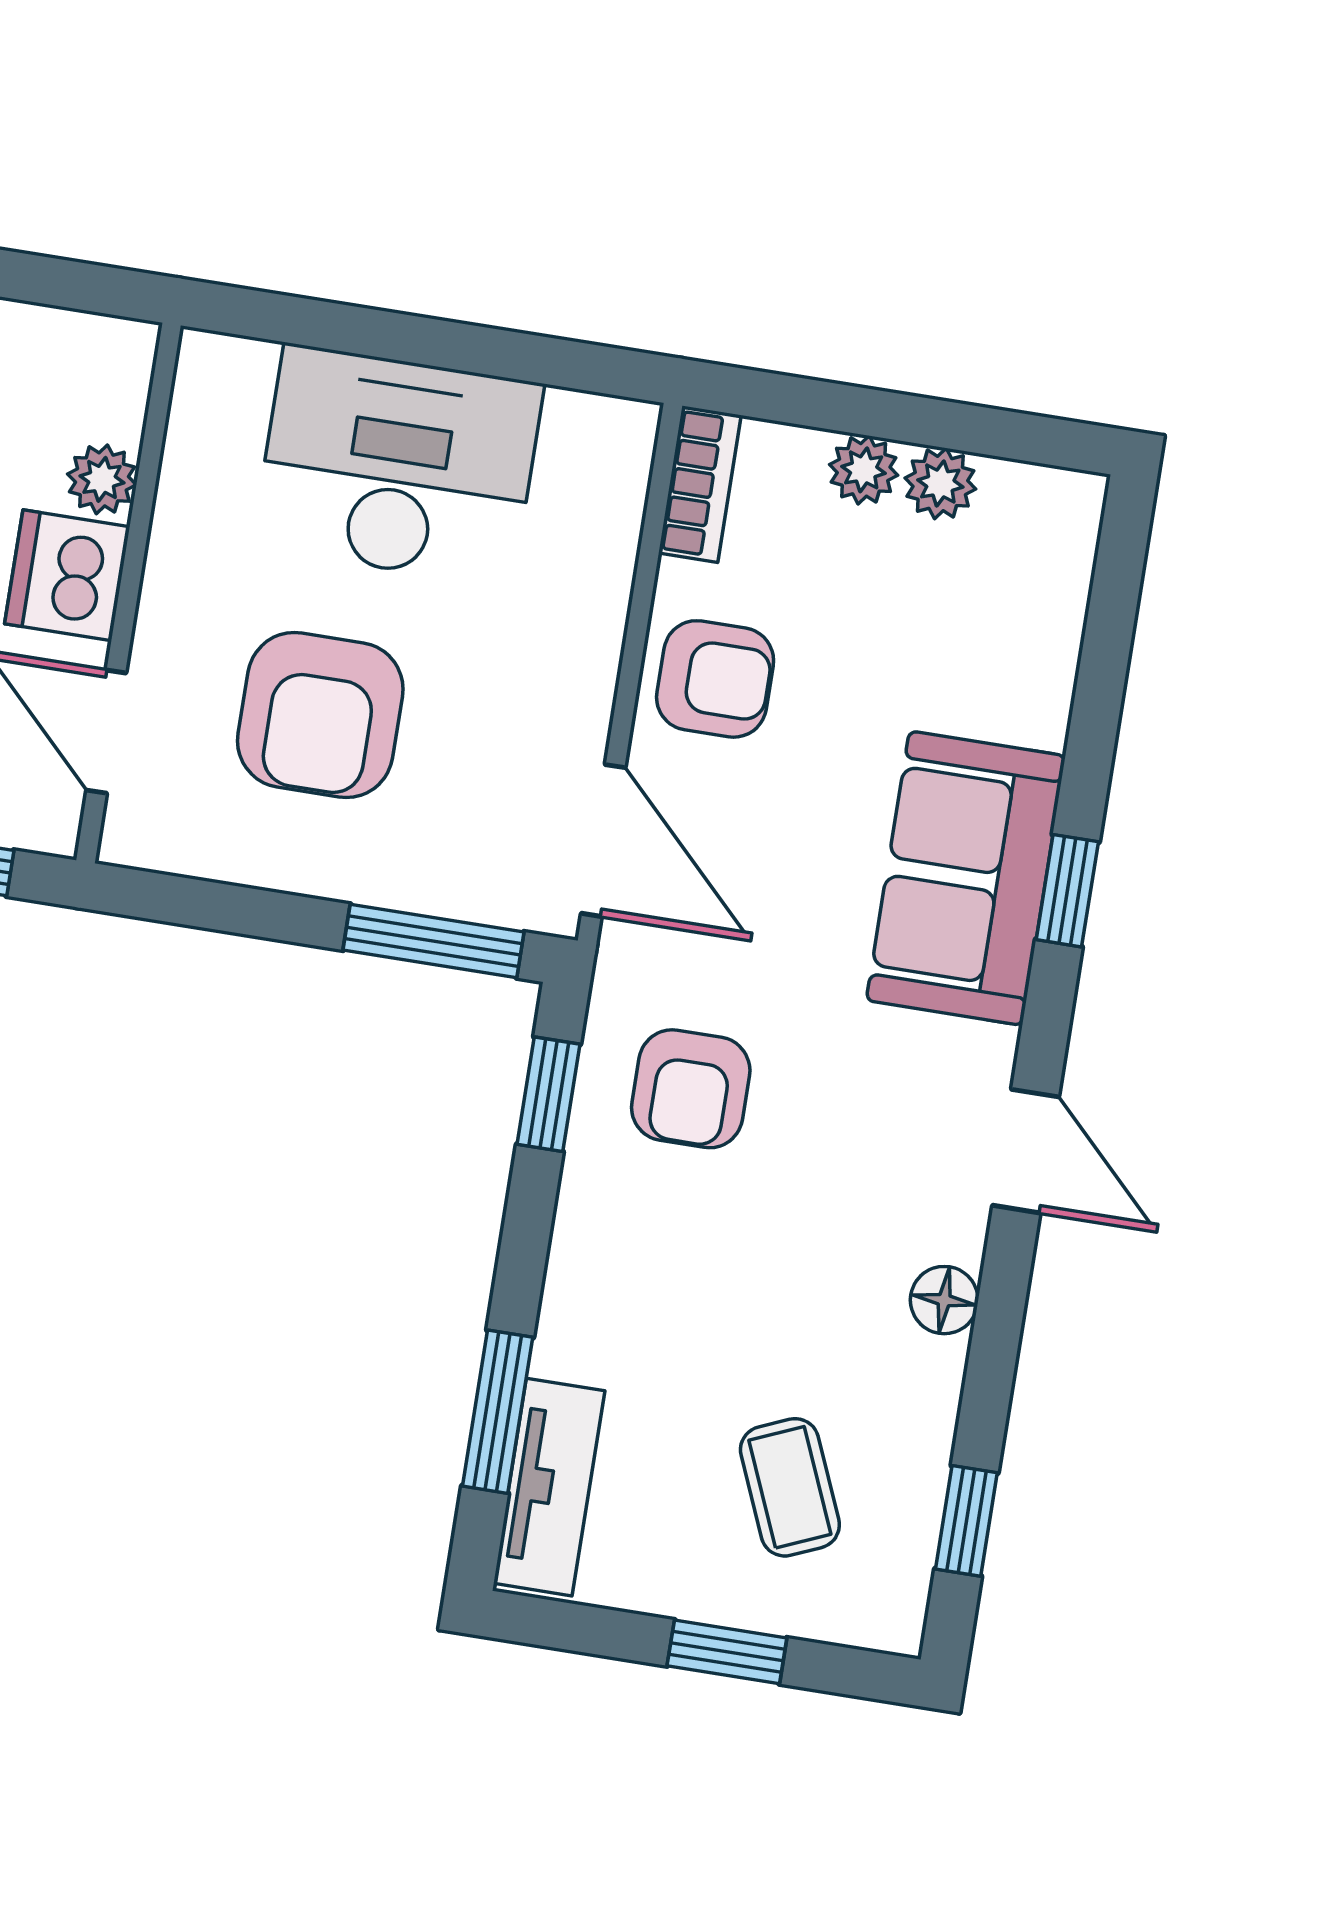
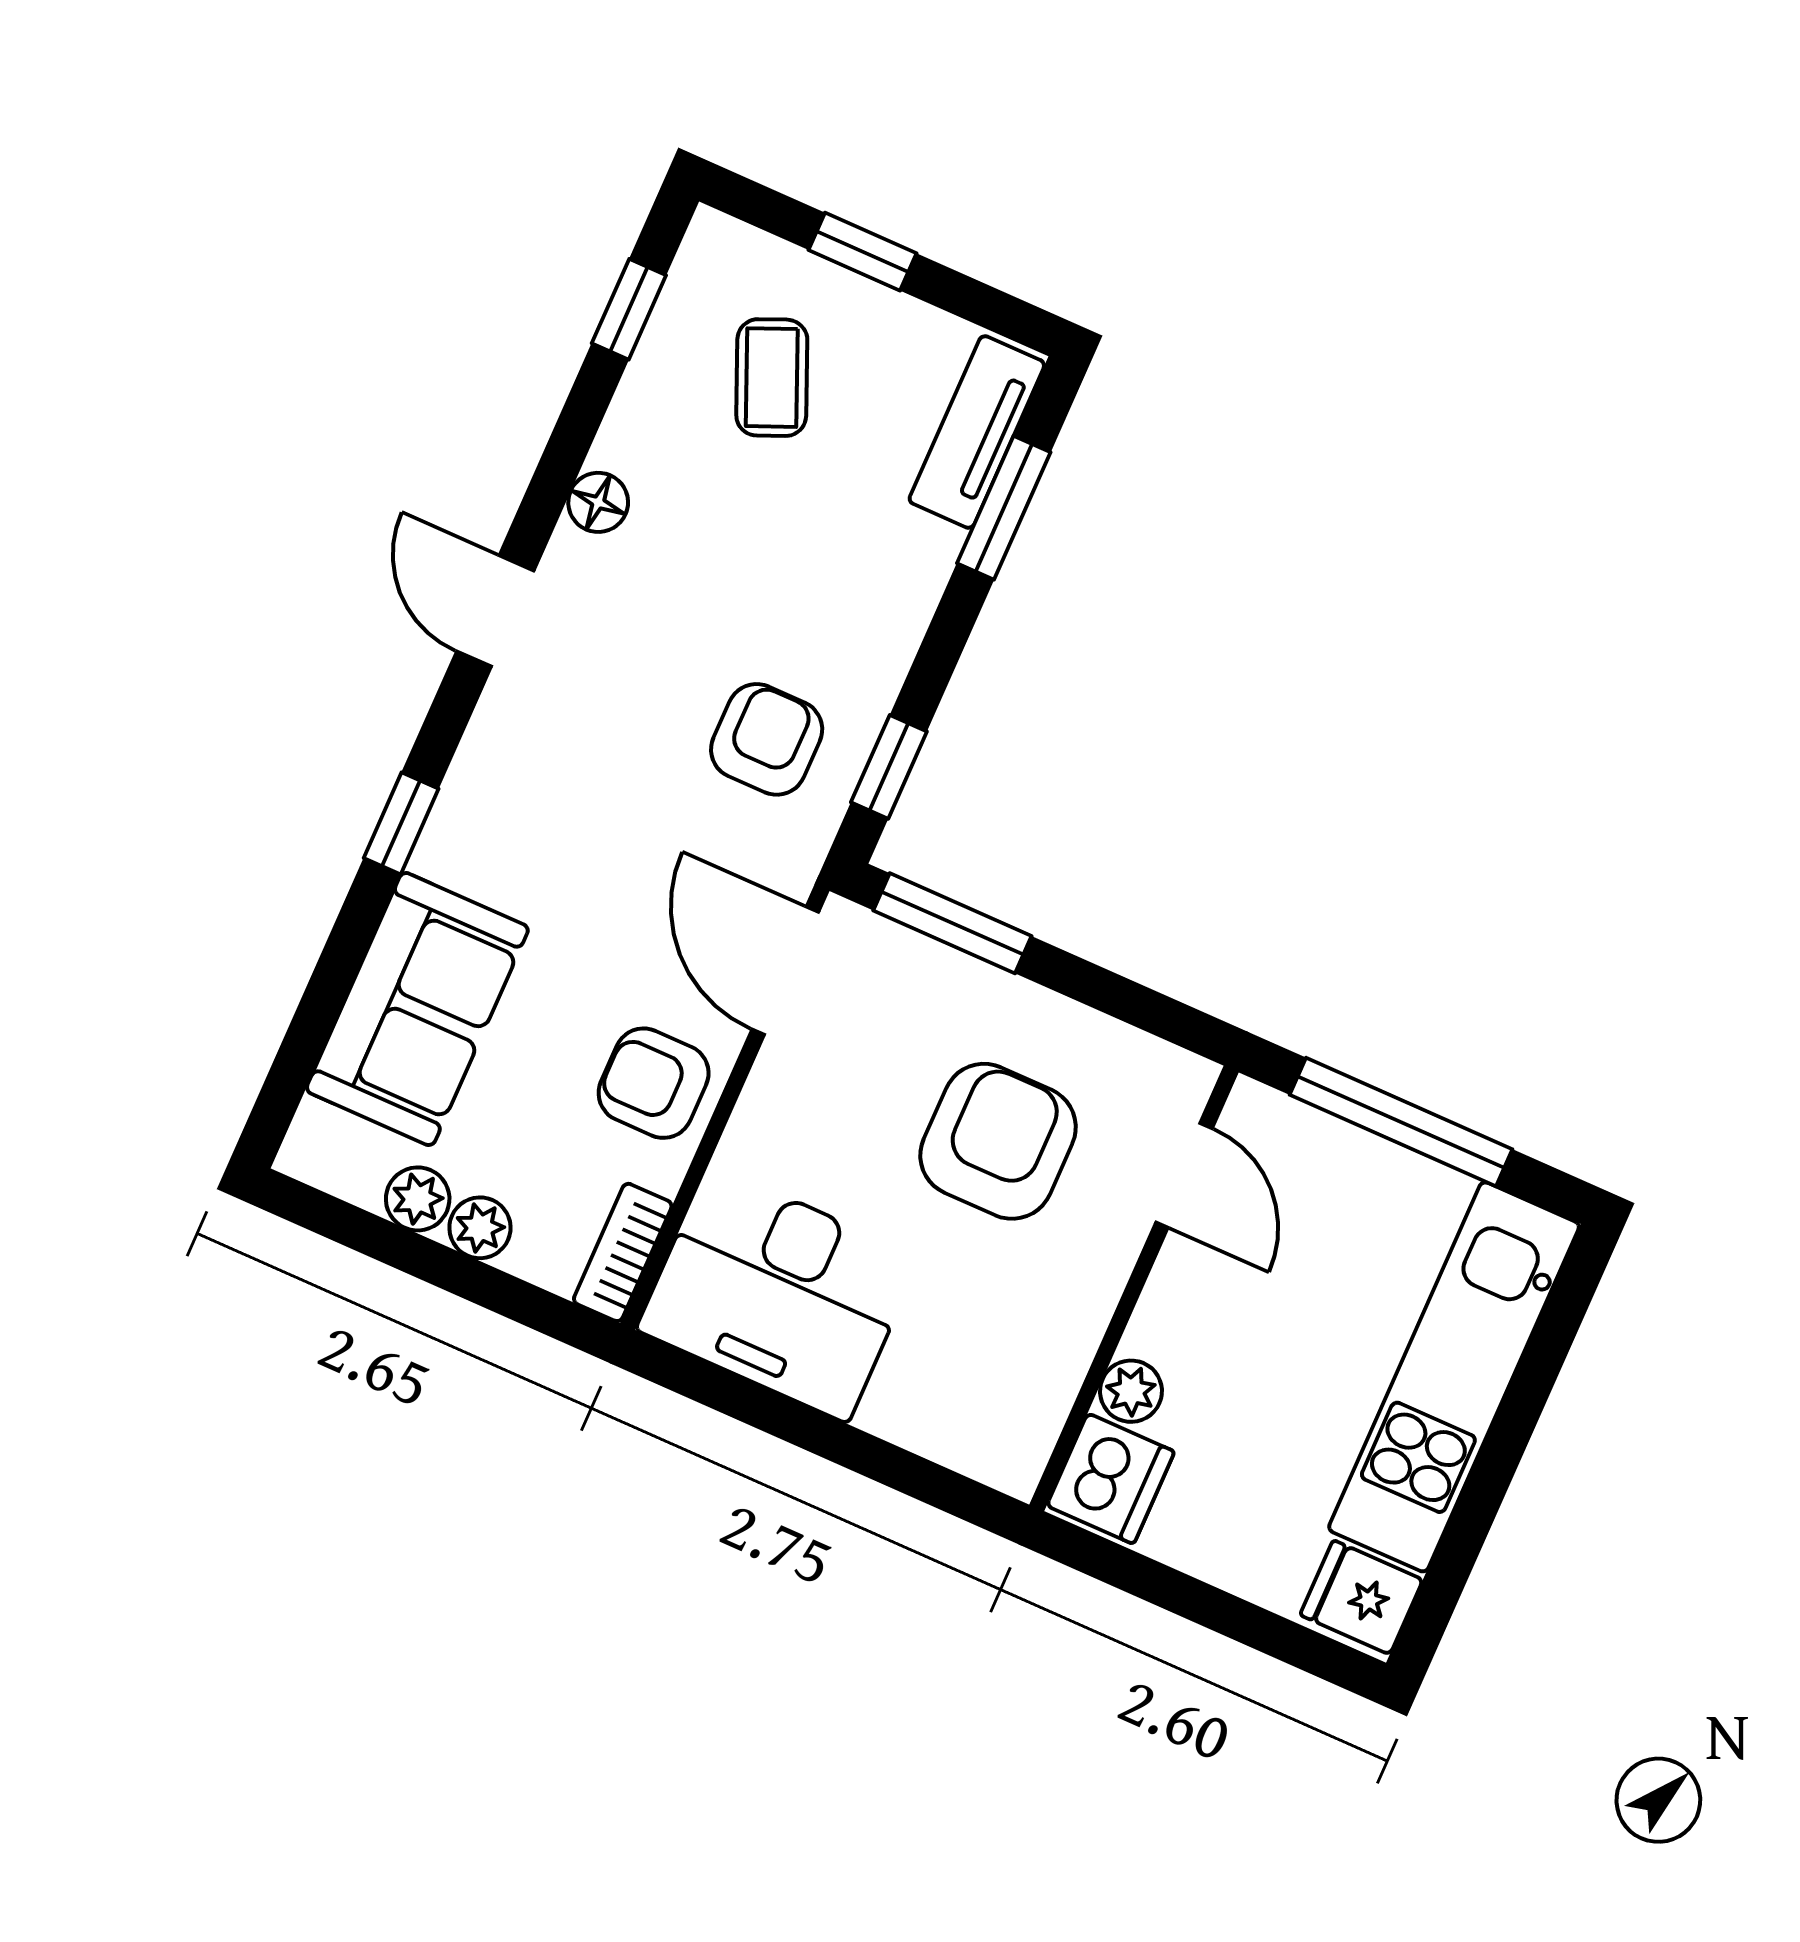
desk: (398, 465) -> (778, 1293), moved
dishwasher: (67, 575) -> (1111, 1479), moved
sofa: (966, 878) -> (417, 1009), moved

